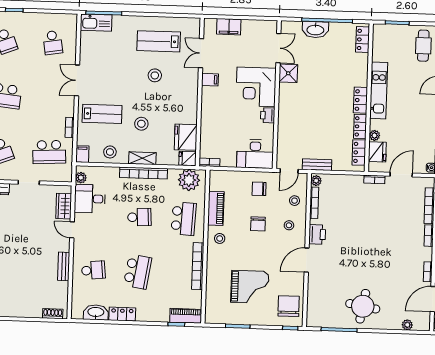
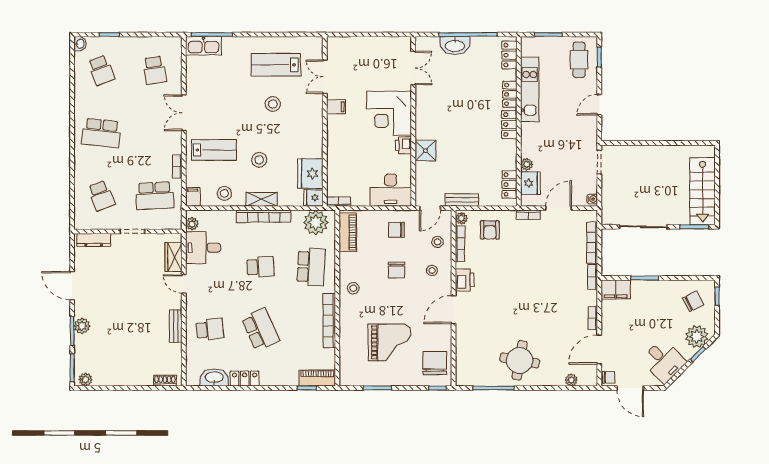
filing cabinet: (229, 27) -> (356, 45), removed
shower: (288, 73) -> (425, 151), moved
kitchen unit: (379, 90) -> (530, 89), moved
locker: (360, 126) -> (510, 94), moved
armchair: (341, 192) -> (490, 230), added
piano: (216, 208) -> (348, 232), moved
school desk: (138, 272) -> (261, 329), turned -33

